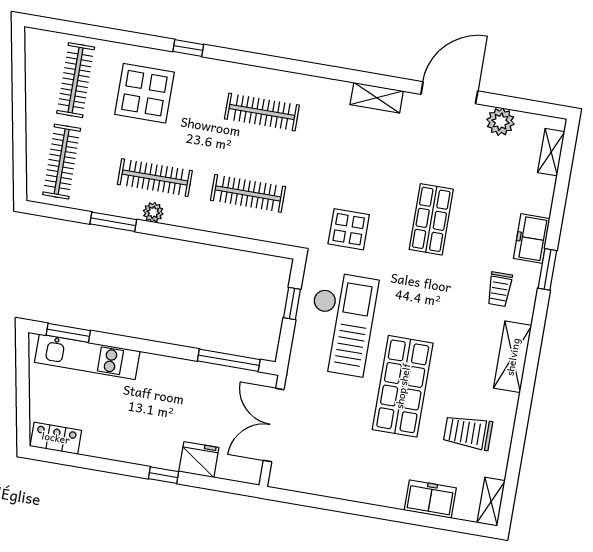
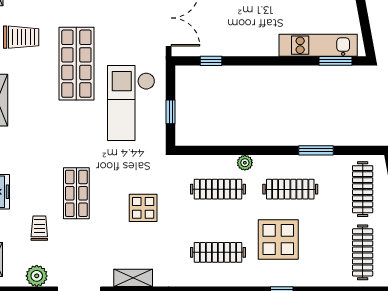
display table: (144, 93) -> (278, 240), moved
plant: (153, 212) -> (245, 163), moved
display table: (349, 229) -> (143, 208), moved
trolley: (500, 289) -> (39, 228), moved
window: (229, 360) -> (211, 61), width x0.46

